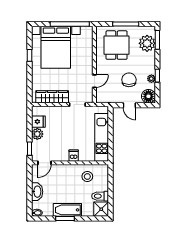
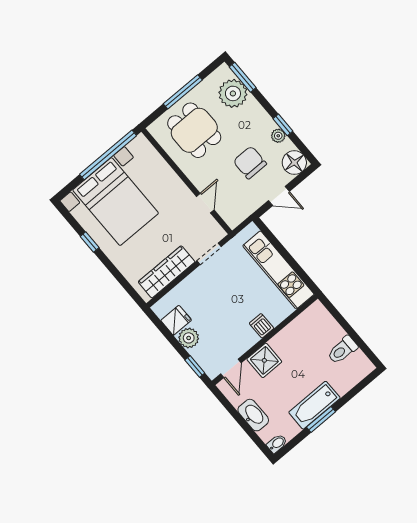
stool: (87, 177) -> (303, 338), removed
shower: (101, 209) -> (264, 360), moved

